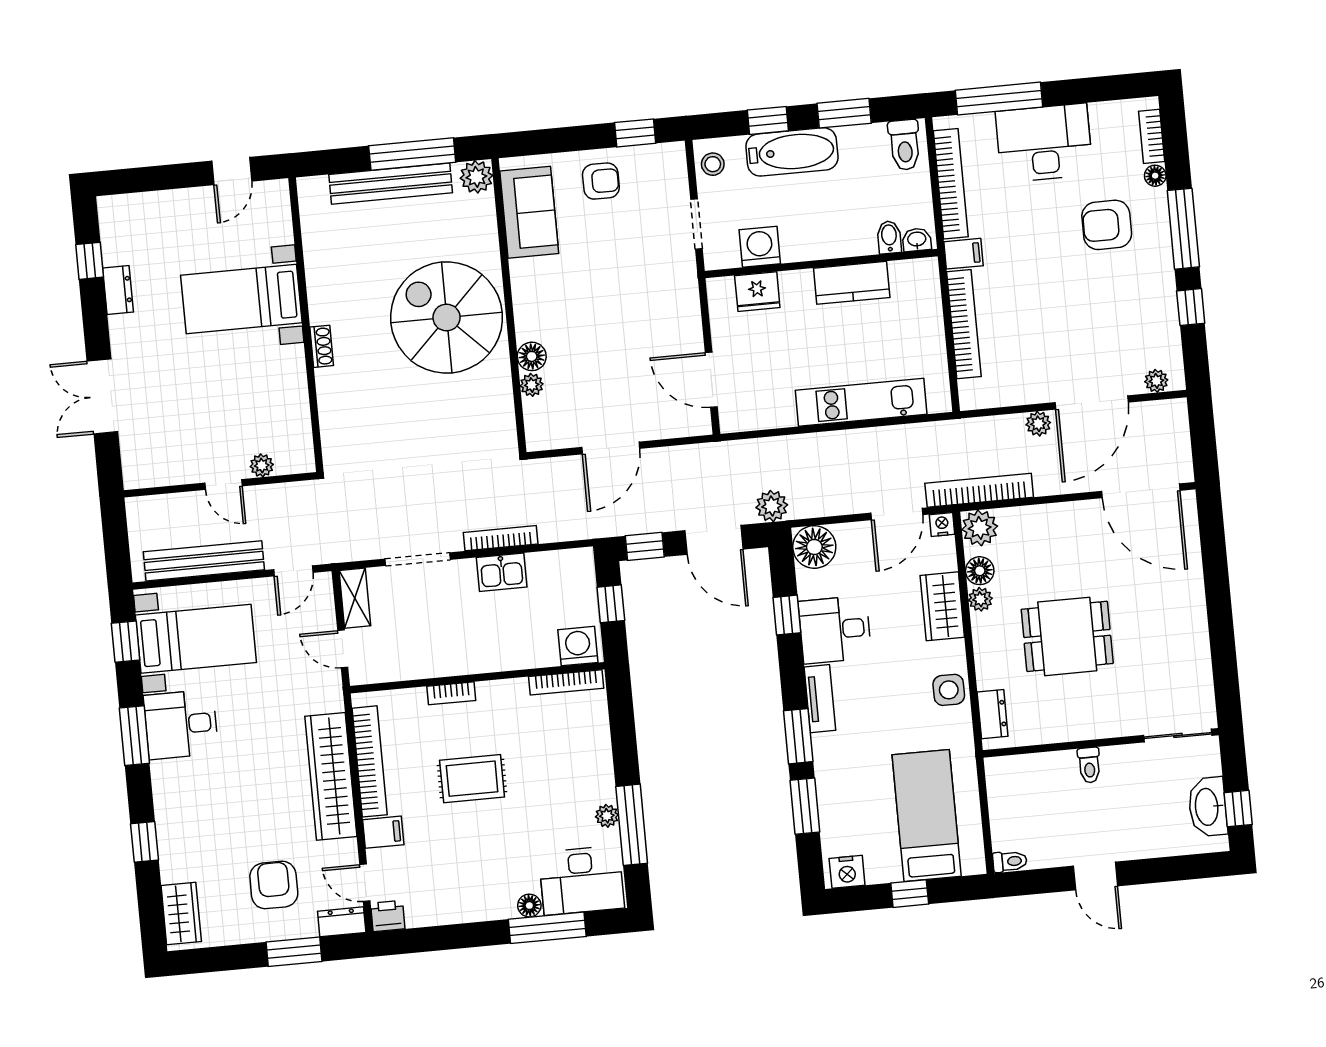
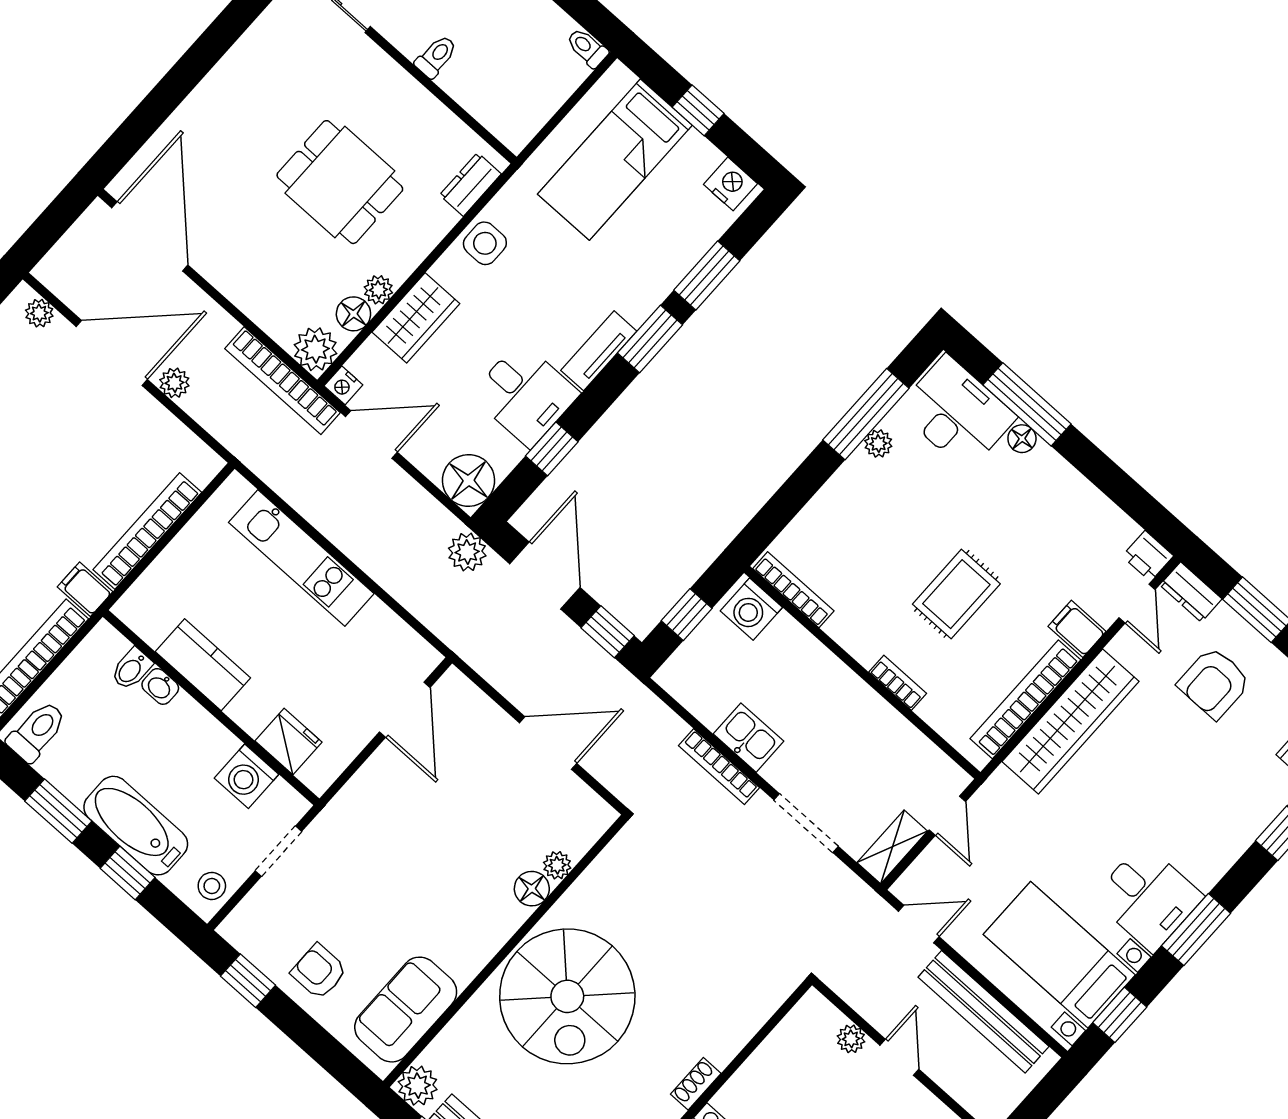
washbasin: (917, 240) -> (160, 686), moved
rug: (472, 779) -> (956, 594), turned 90

